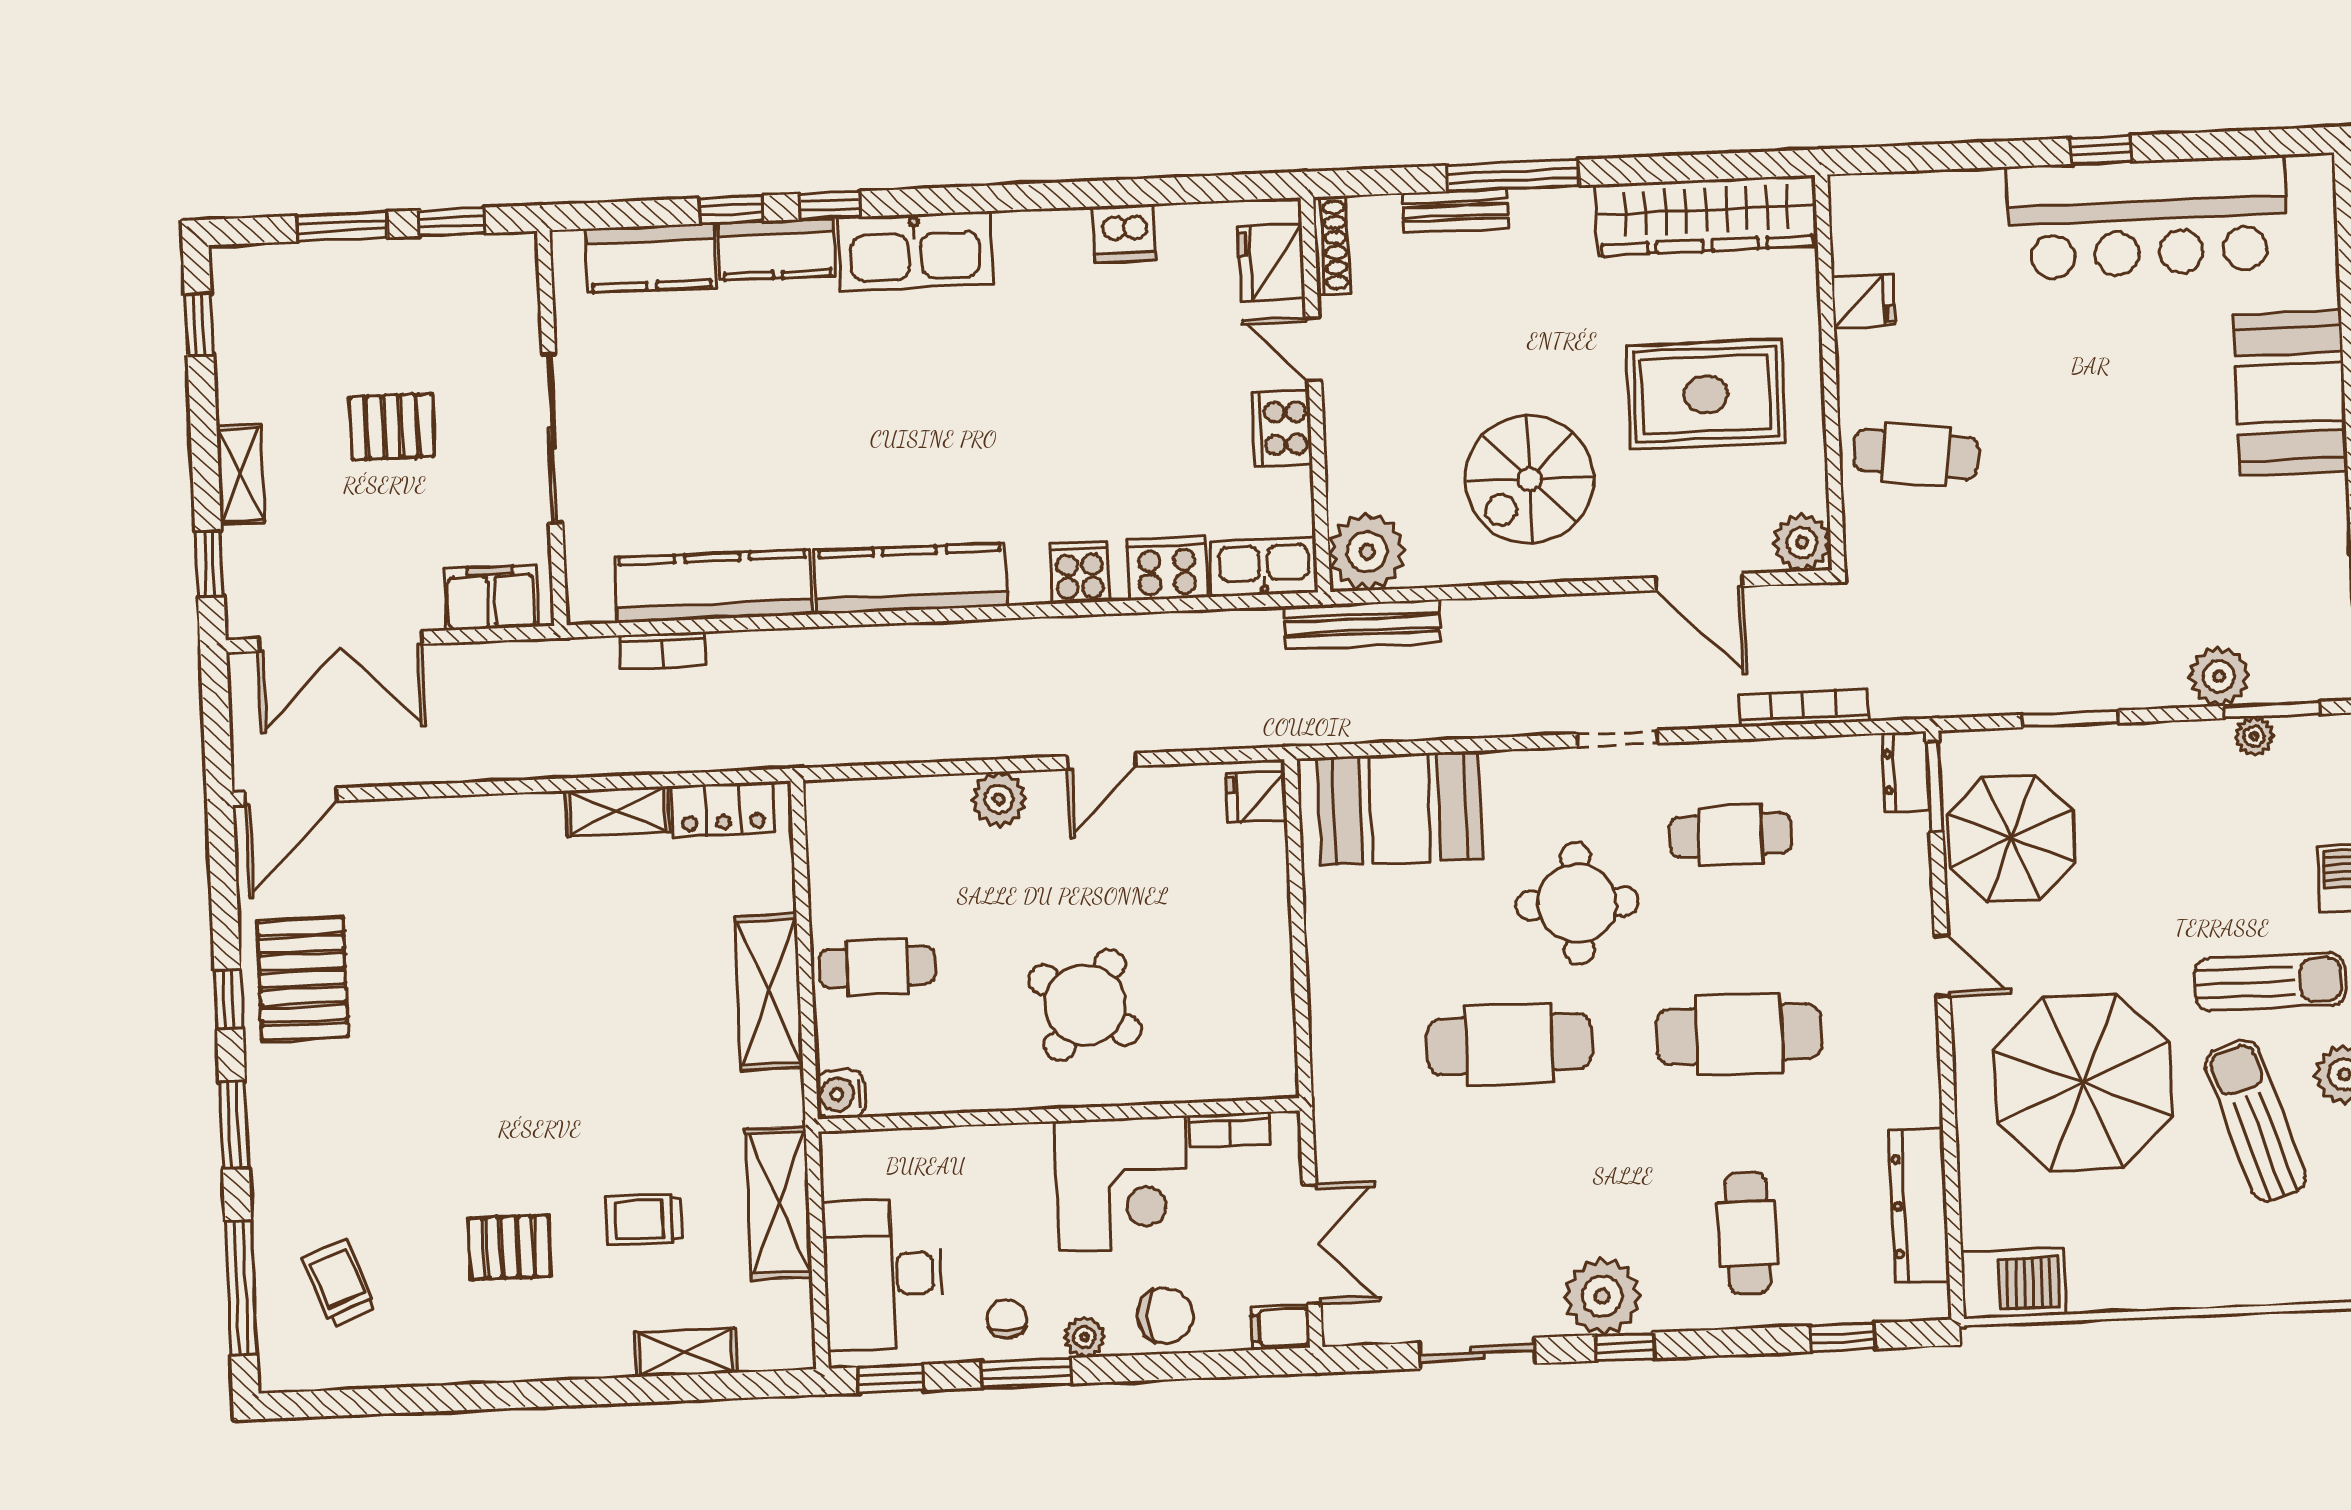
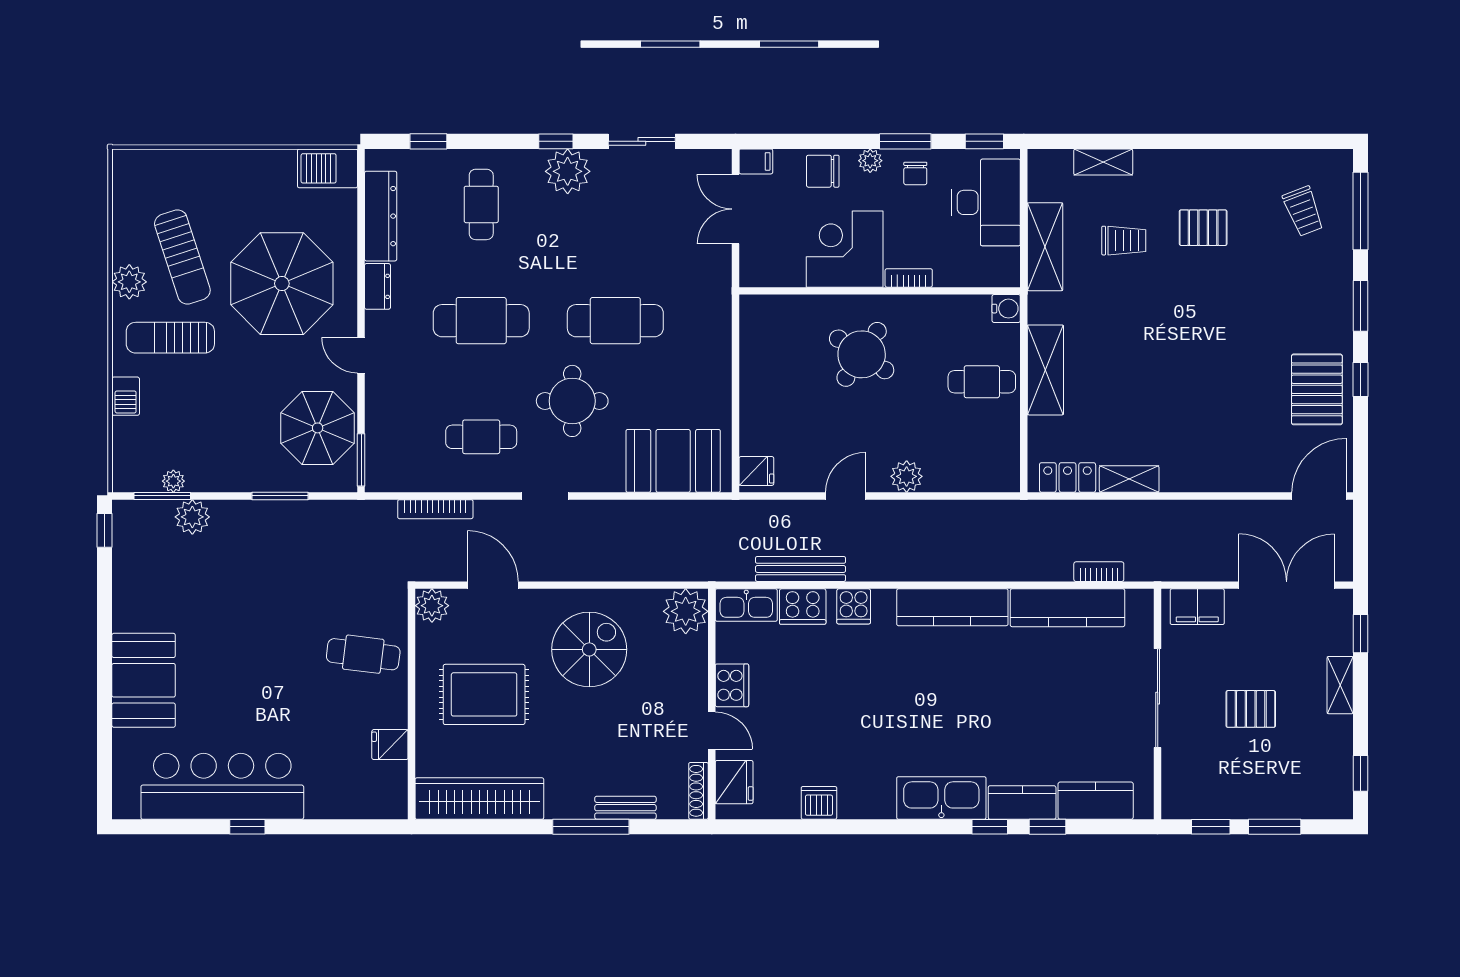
bench: (1362, 624) -> (800, 569), moved
dresser: (1905, 771) -> (377, 286), moved
bookcase: (1230, 1130) -> (909, 278), moved

